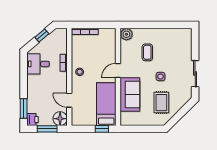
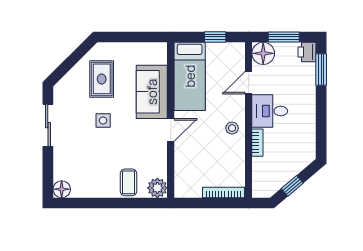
floor lamp: (186, 33) -> (62, 189), added
coffee table: (147, 52) -> (129, 182), moved
desk: (38, 64) -> (270, 111), moved, turned 180
door: (69, 100) -> (249, 83), swing flipped
window: (102, 129) -> (215, 37), moved

